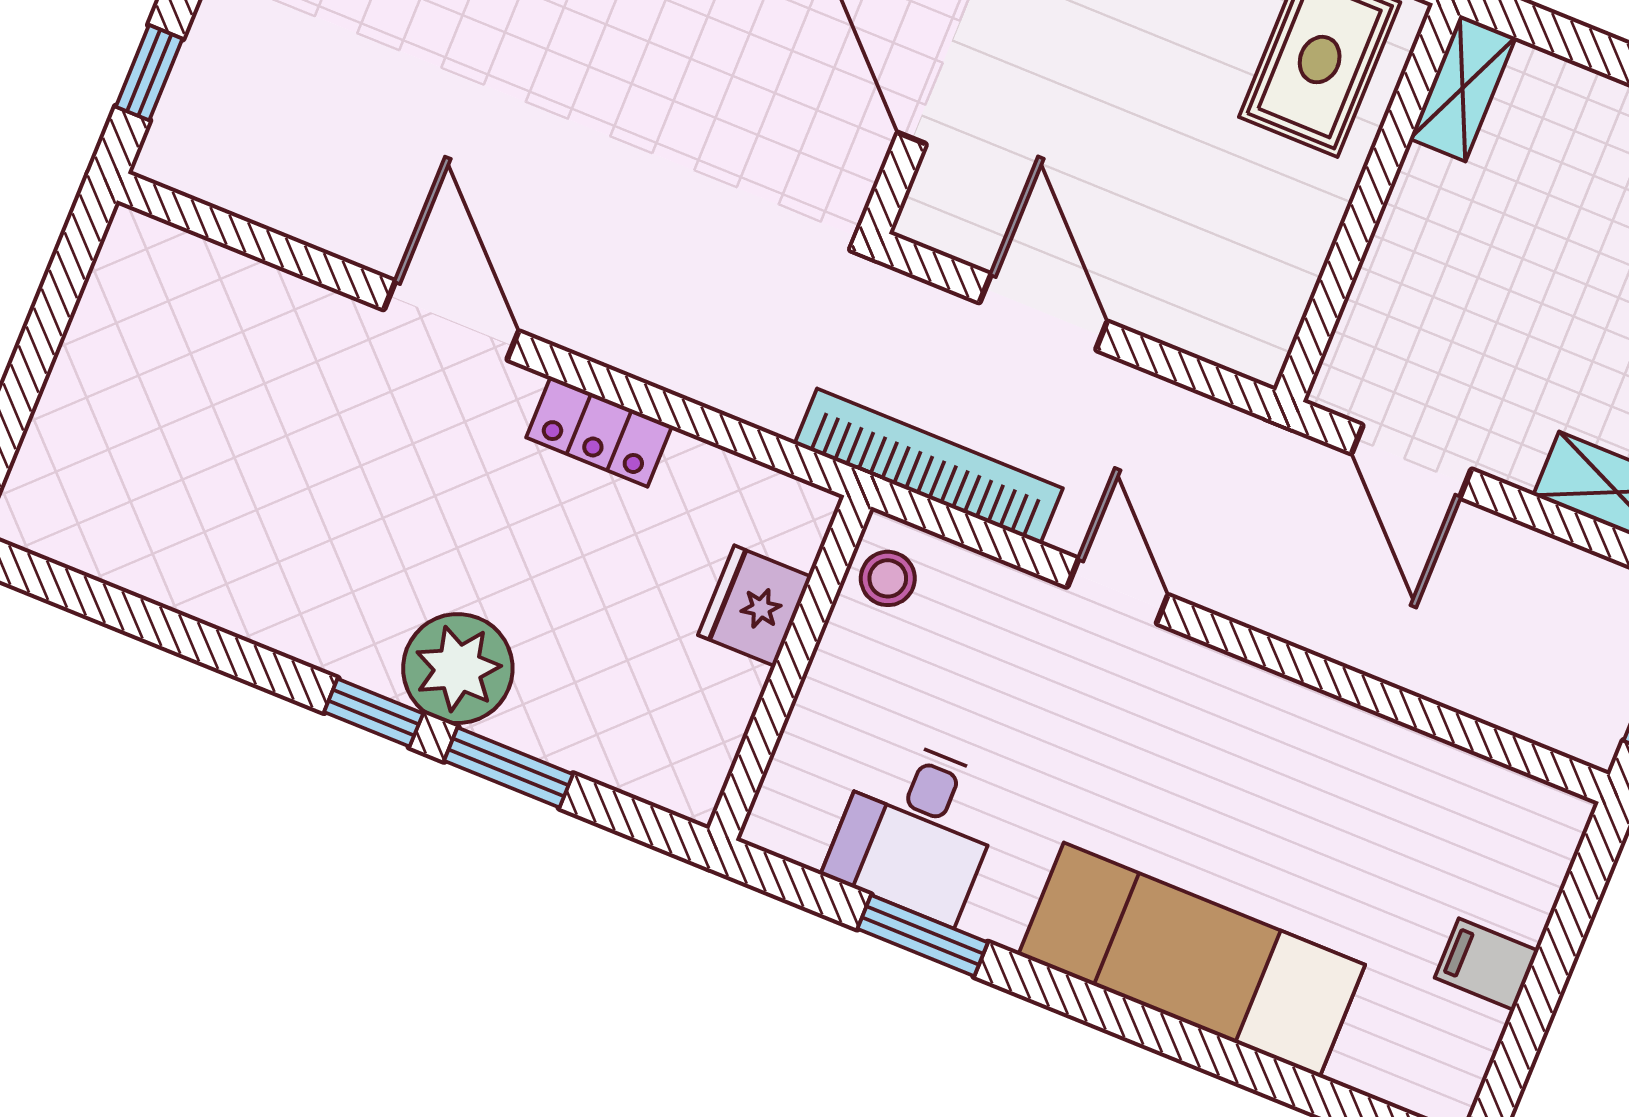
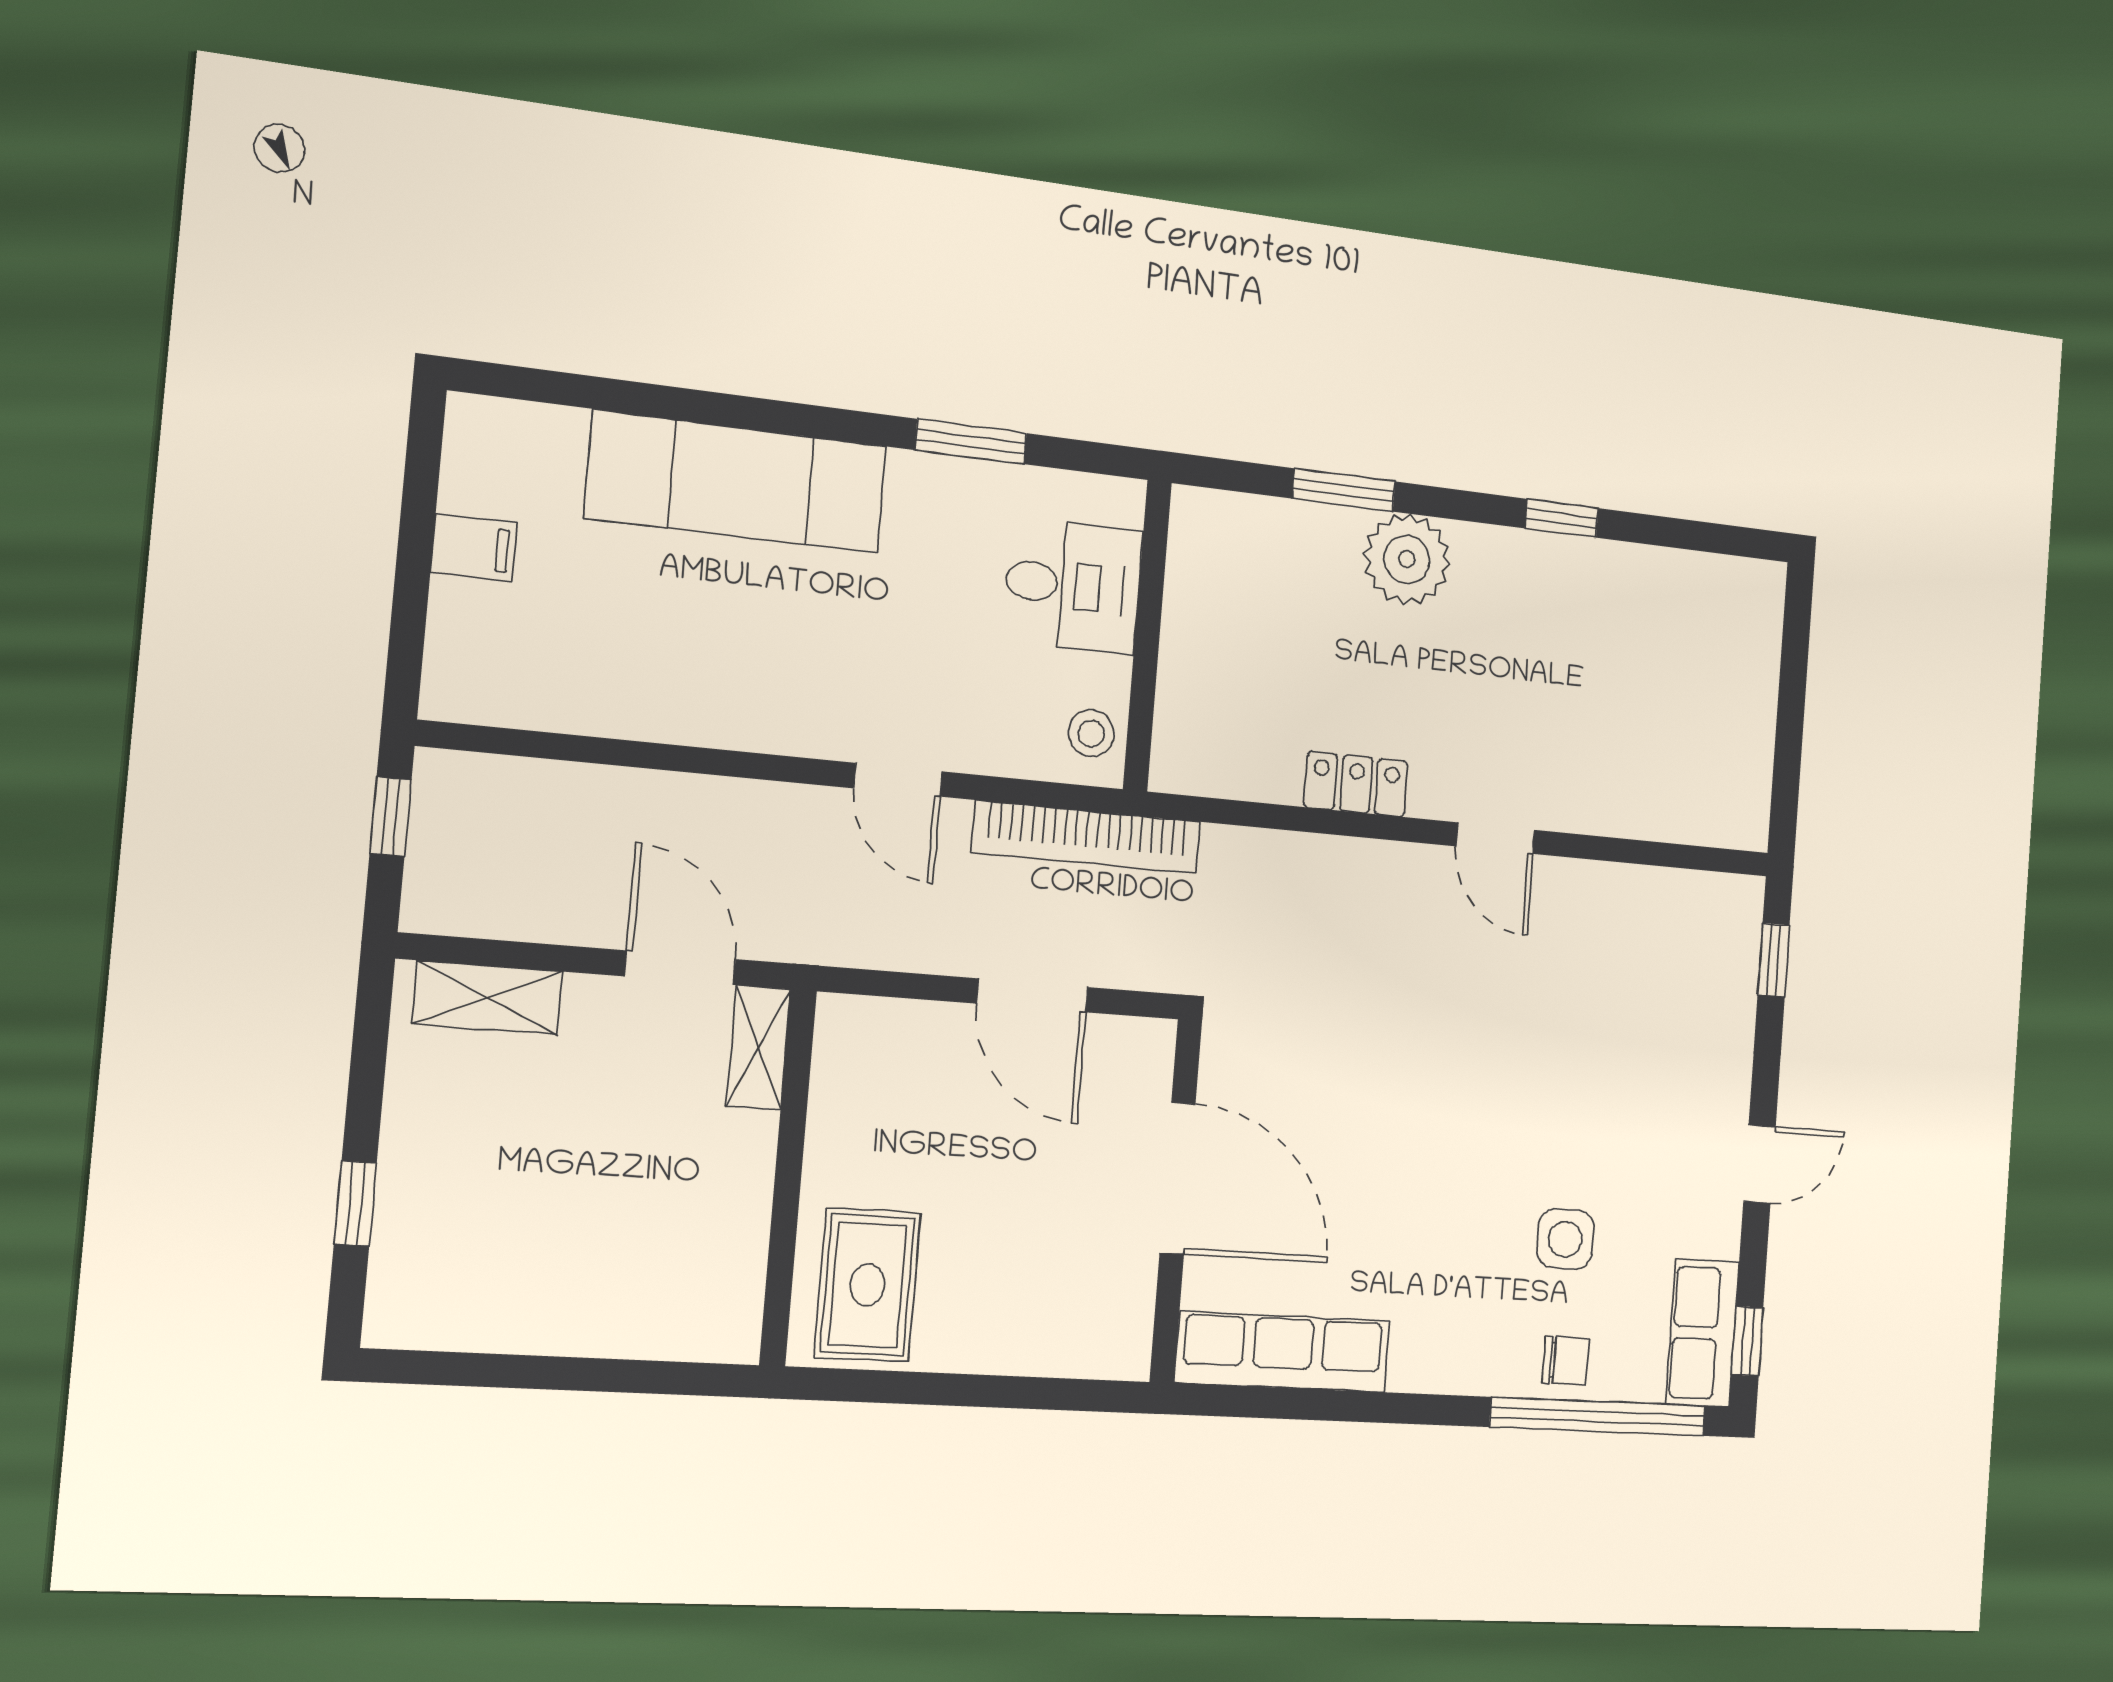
shelving: (1463, 88) -> (758, 1047), moved
door: (451, 320) -> (1495, 838), width x0.73
fridge: (755, 606) -> (1191, 679), removed
window: (374, 713) -> (1562, 518), moved
desk: (916, 830) -> (1073, 586), moved, turned 90

